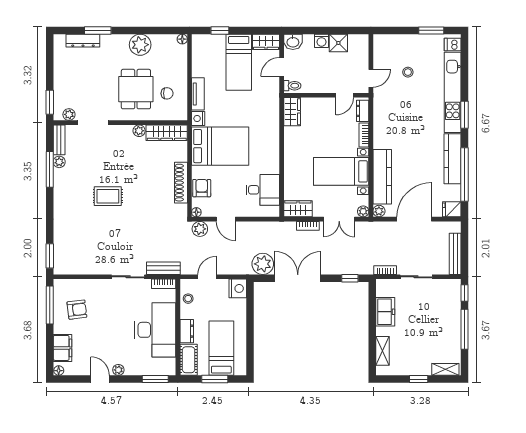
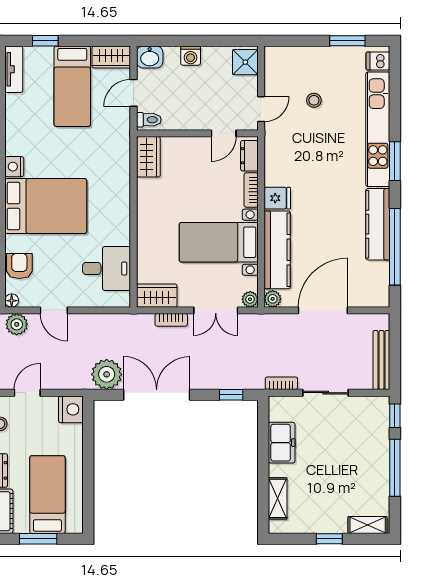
shower: (338, 43) -> (245, 62), moved
tv unit: (198, 94) -> (14, 69), moved
fridge: (452, 209) -> (277, 198), moved, turned 180

